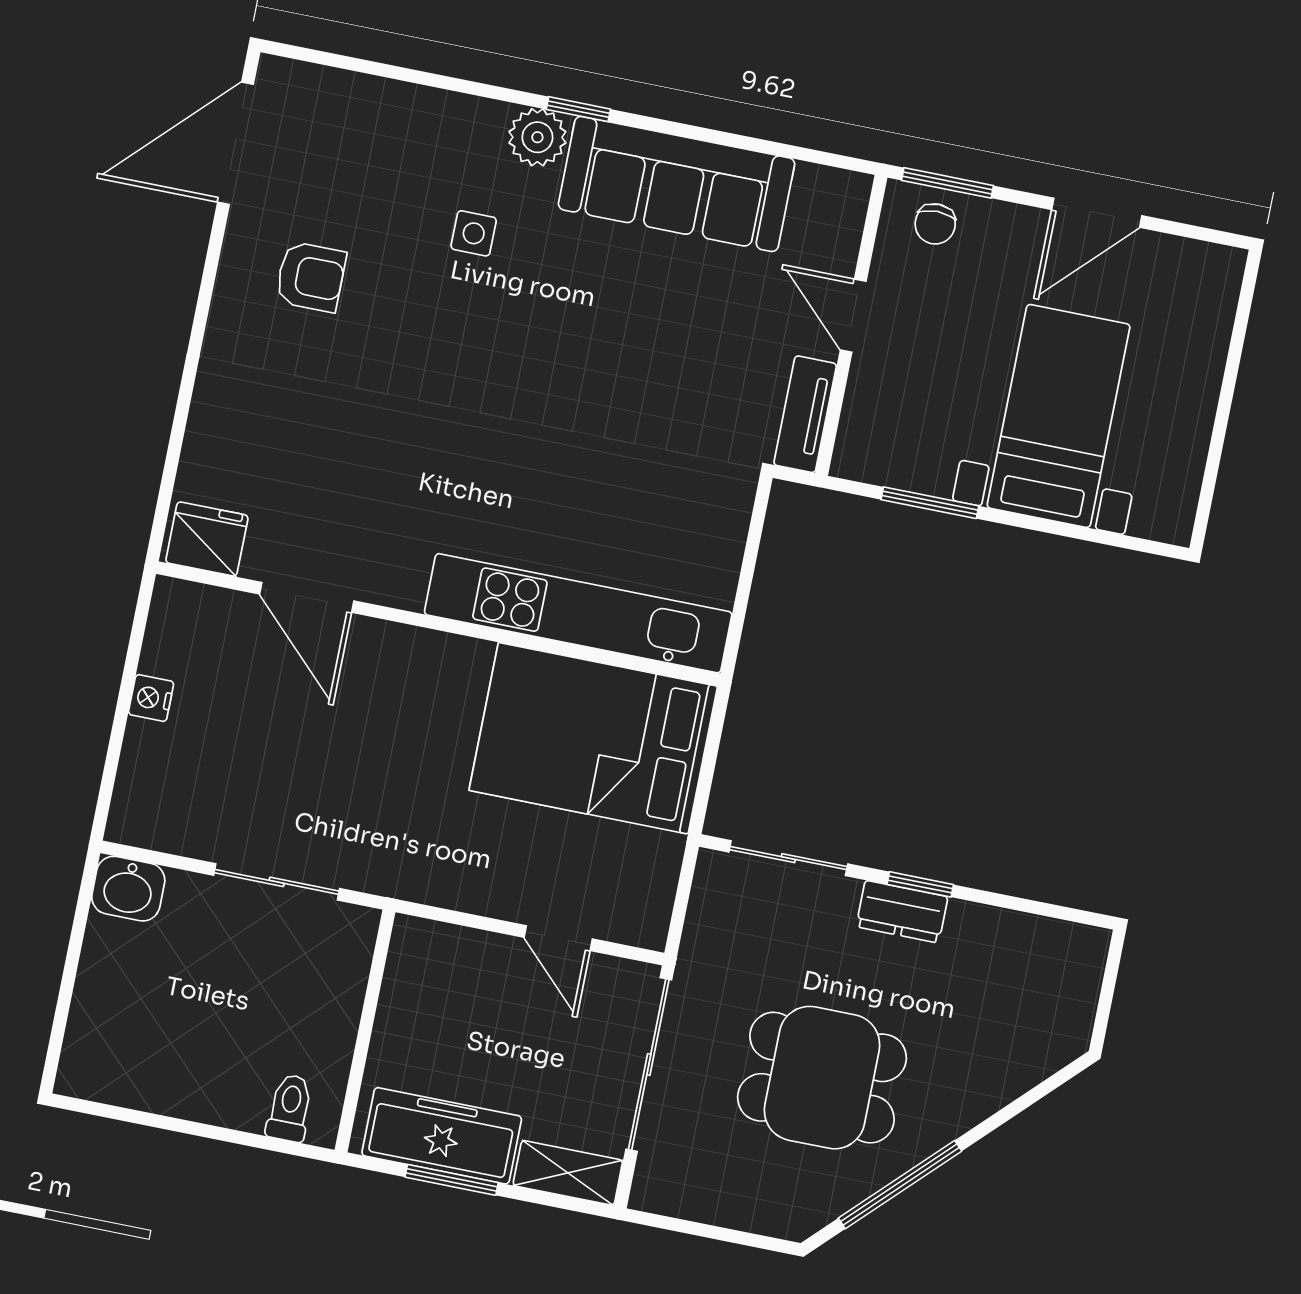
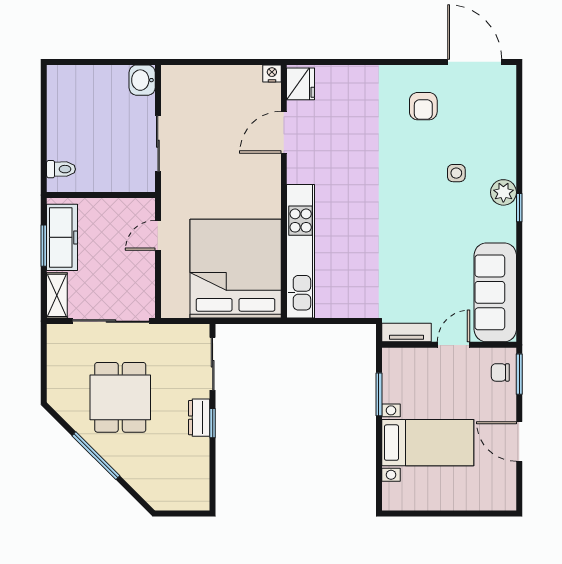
sofa: (677, 184) -> (495, 292), moved
nightstand: (151, 698) -> (272, 73), moved
bed: (593, 738) -> (236, 269), width x1.36
door: (558, 938) -> (158, 235), moved
window: (900, 1185) -> (96, 456), moved

